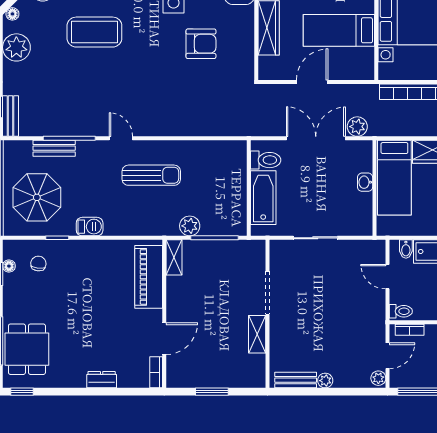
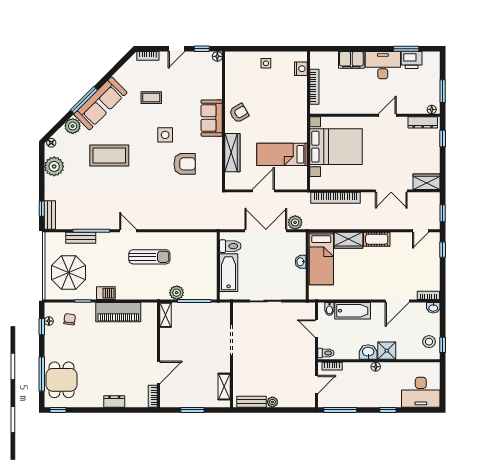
piano: (149, 277) -> (118, 312), moved, turned -90
shelving: (257, 334) -> (224, 387), moved
plant: (378, 378) -> (310, 400), removed

